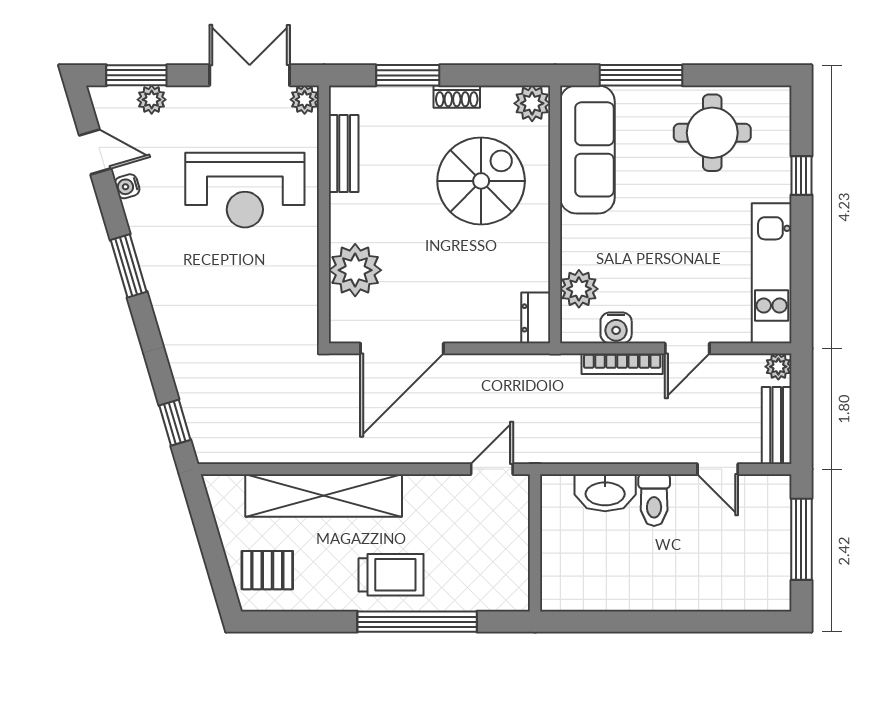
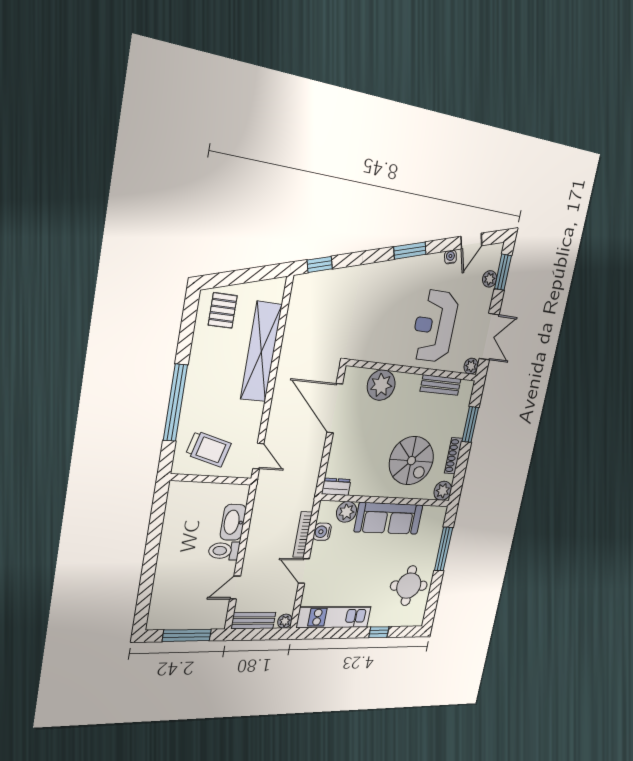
shoe rack: (457, 97) -> (453, 456), width x1.43
sofa: (587, 149) -> (389, 518), moved
trolley: (391, 575) -> (209, 449), moved, turned -75

